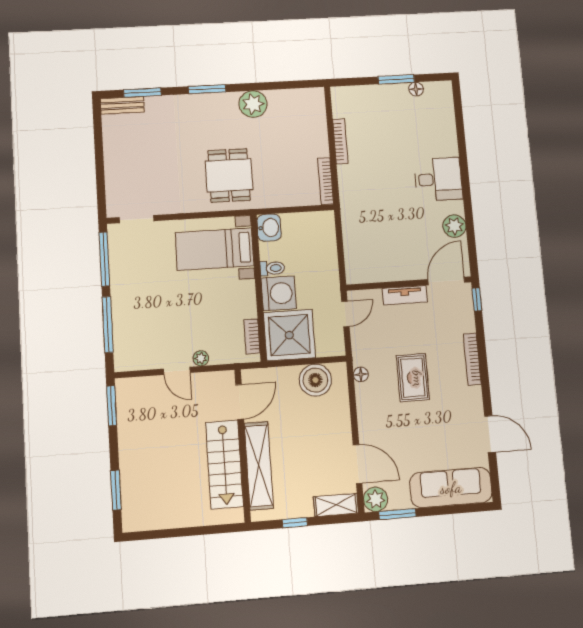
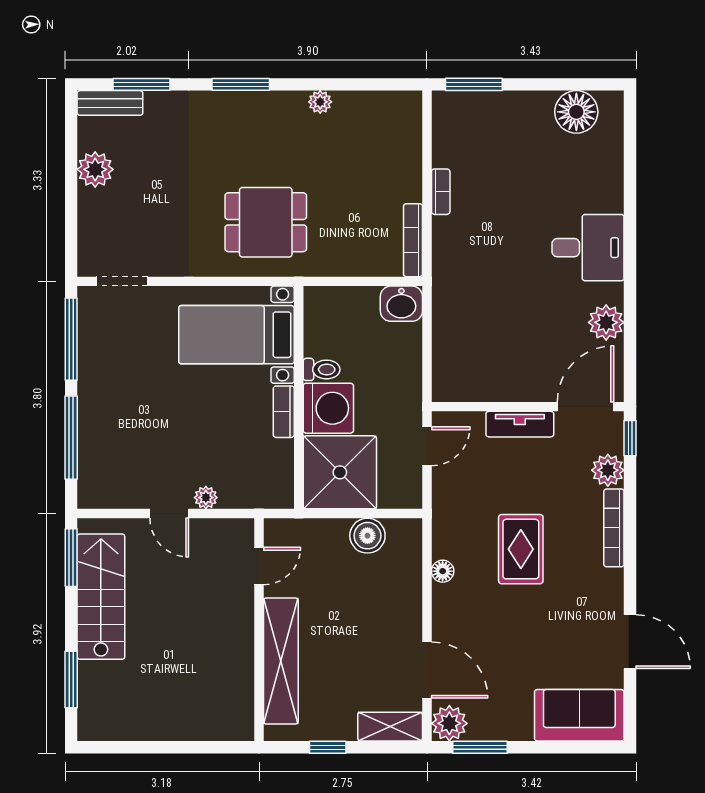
window: (396, 79) -> (474, 84), moved
floor lamp: (416, 89) -> (576, 112), width x1.89, depth x1.89
plant: (253, 104) -> (320, 102), width x0.53, depth x0.53
bookcase: (340, 141) -> (441, 192), width x0.64
plant: (115, 148) -> (95, 169), added
dining table: (229, 175) -> (266, 222), turned 90
washbasin: (269, 228) -> (401, 304), moved, turned 90
plant: (465, 321) -> (608, 470), added
bookcase: (252, 336) -> (284, 412), moved
floor lamp: (361, 374) -> (443, 571), moved
boiler: (315, 380) -> (367, 536), width x0.73, depth x0.73
door: (240, 402) -> (259, 566), width x0.73
stairs: (224, 464) -> (101, 597), moved, turned 180
sofa: (451, 488) -> (579, 715), width x0.73

